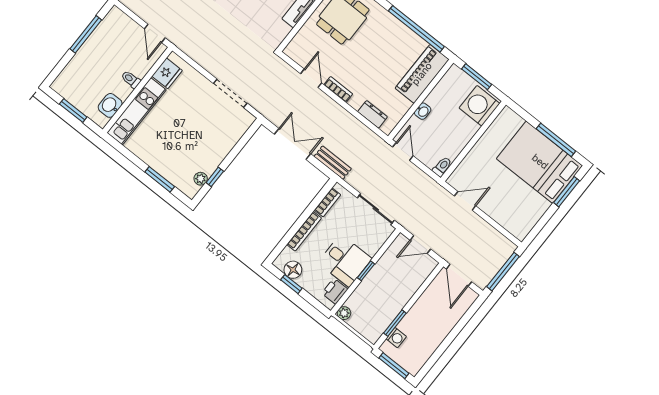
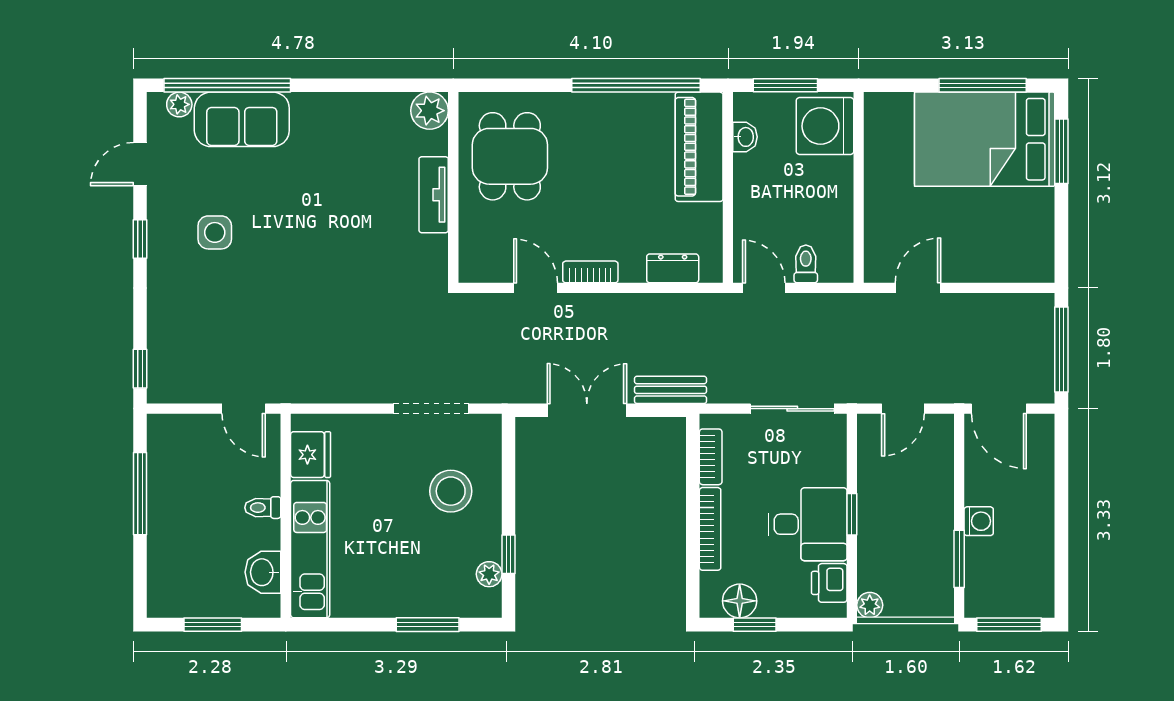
washbasin: (423, 111) -> (745, 137), moved
stool: (212, 133) -> (451, 491), added
toilet: (442, 167) -> (806, 264), moved
washing machine: (396, 338) -> (979, 521), moved

